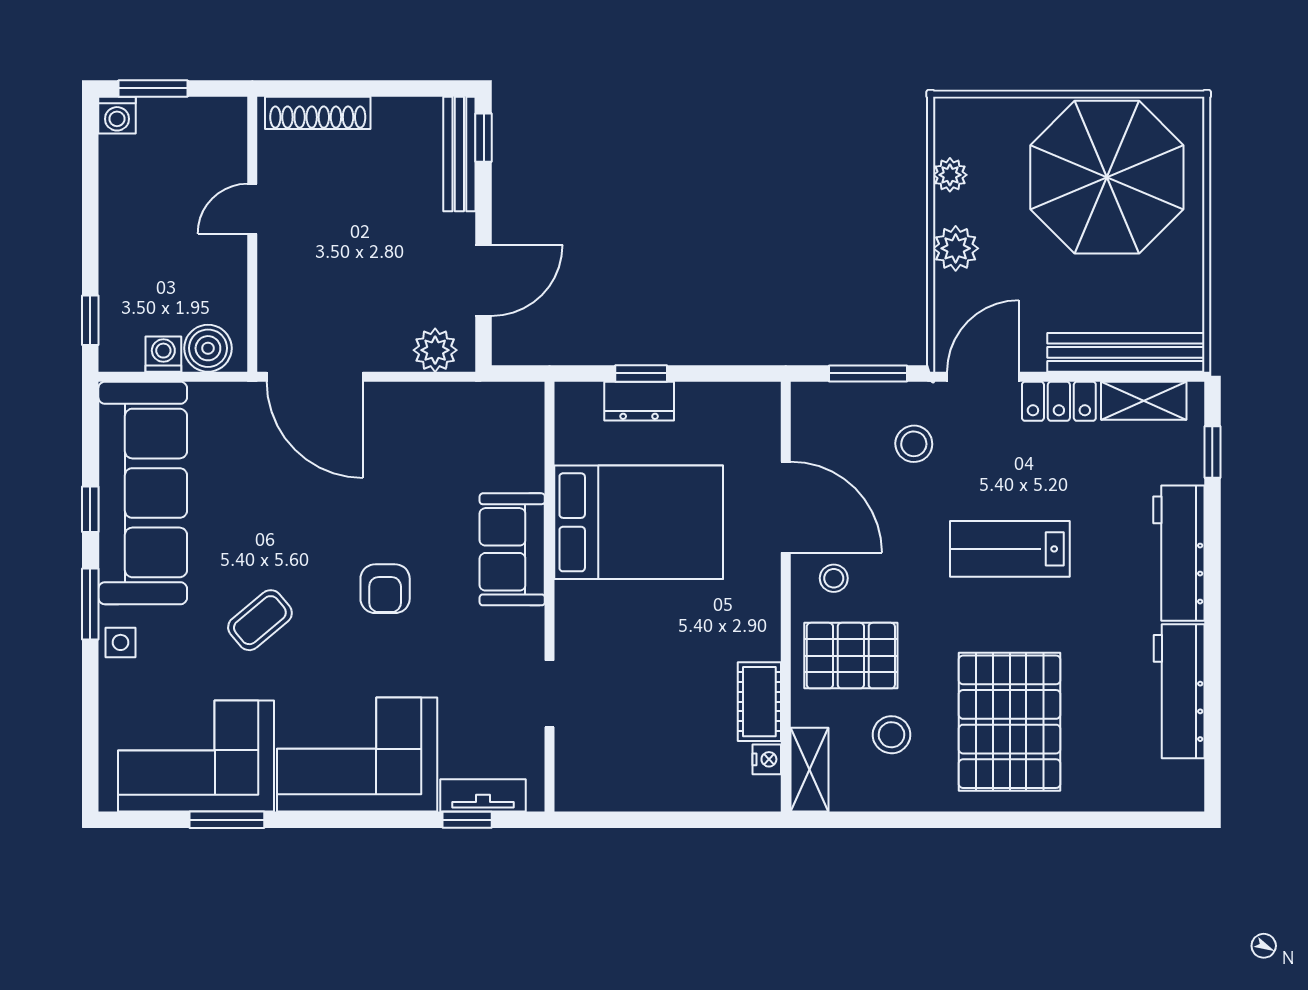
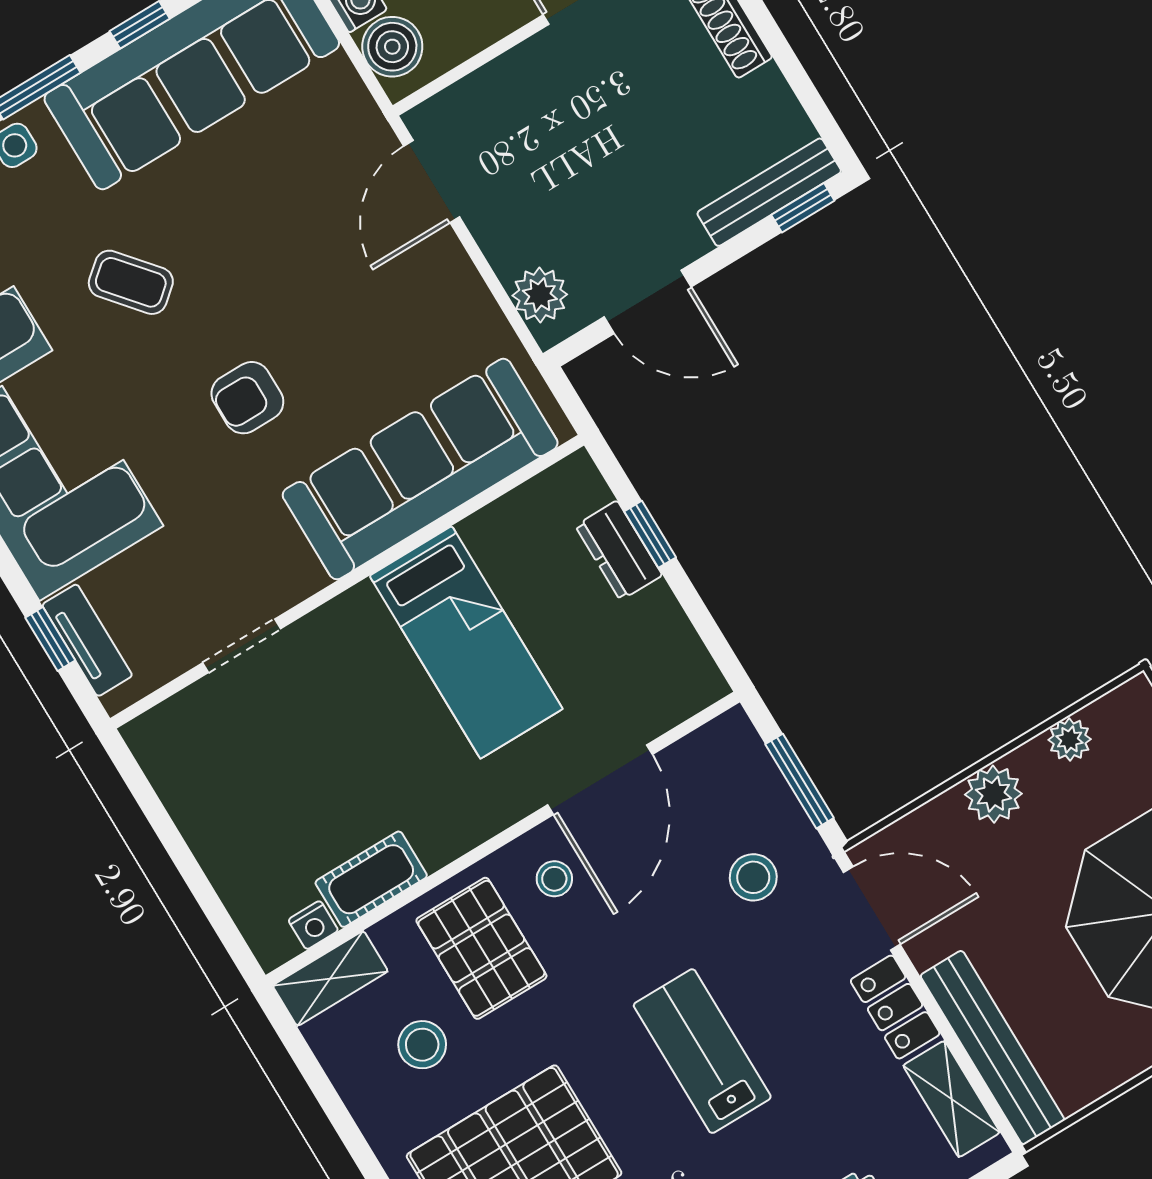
door: (315, 377) -> (432, 182), width x0.73
bed: (639, 522) -> (466, 642), width x0.67
sofa: (512, 549) -> (420, 469), width x1.85, depth x1.27

